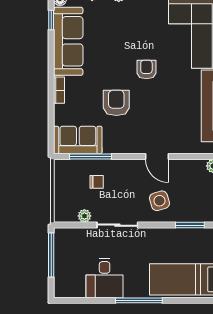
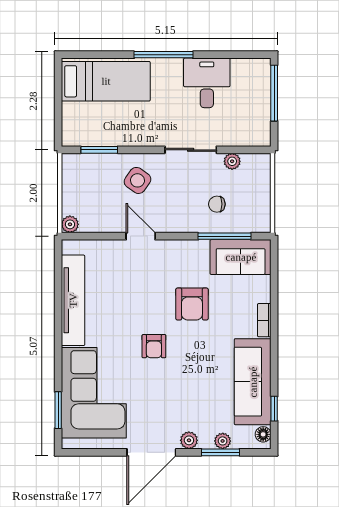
side table: (159, 201) -> (137, 180), turned -38
window: (51, 255) -> (274, 93), moved

